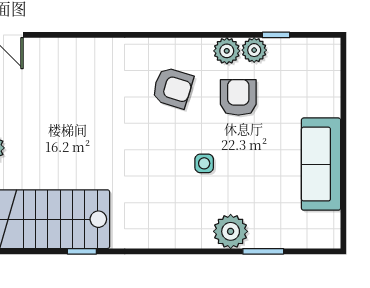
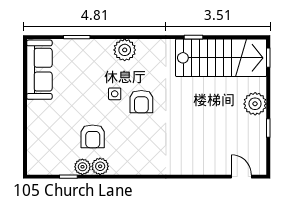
armchair: (173, 88) -> (141, 102), moved, turned -107
sofa: (321, 164) -> (39, 70), moved
plant: (231, 231) -> (125, 50), moved

